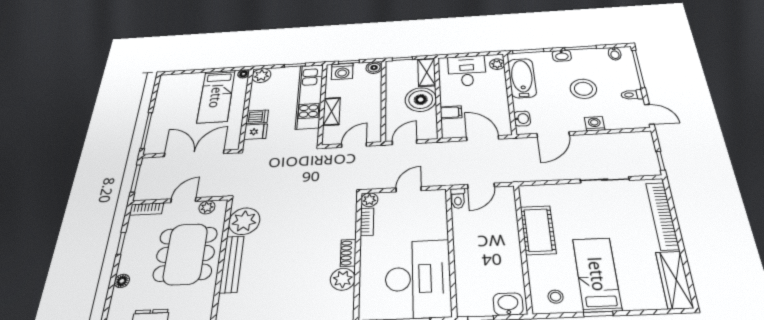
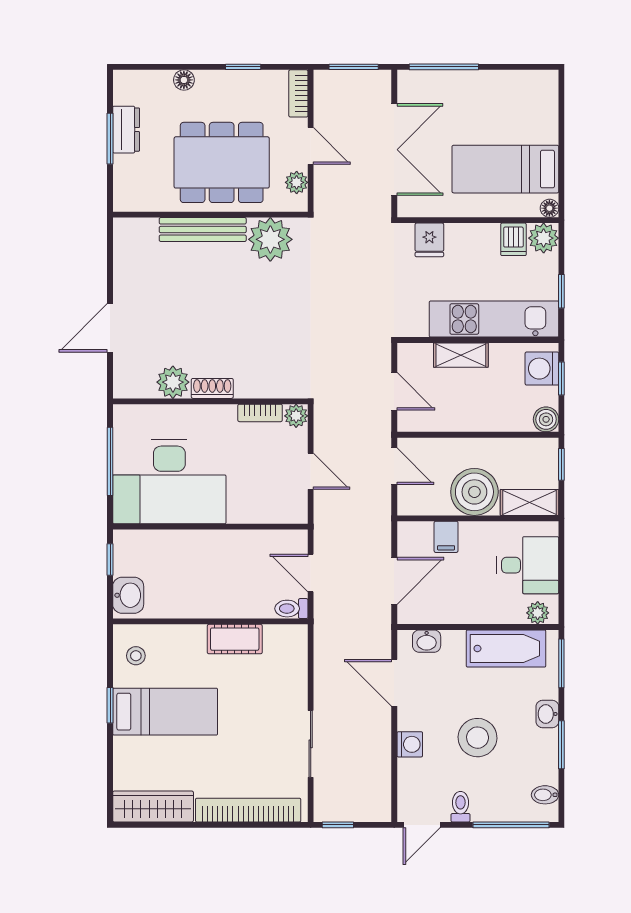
dishwasher: (257, 117) -> (513, 239), moved
toilet: (458, 198) -> (291, 609), moved
cot: (538, 230) -> (235, 639), width x0.73, depth x0.75

